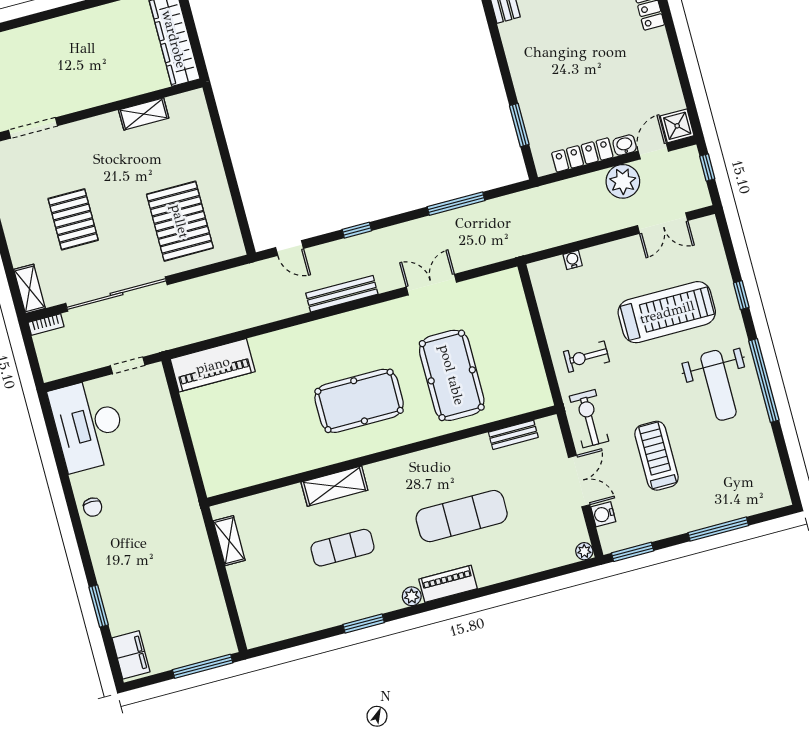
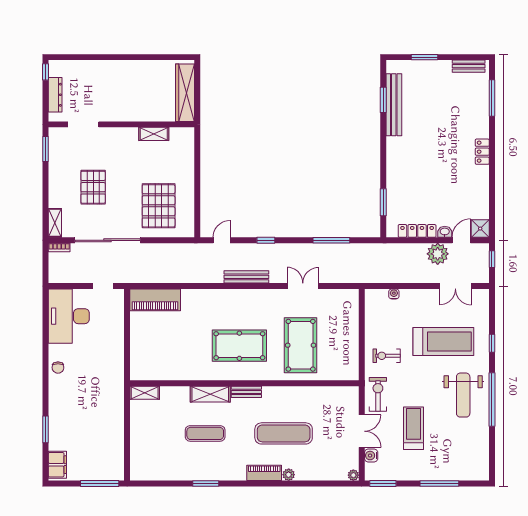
door: (290, 248) -> (222, 240), swing flipped
bench: (513, 435) -> (246, 392), moved
shelving: (229, 541) -> (145, 393), moved, turned 90
plant: (412, 596) -> (289, 475), moved

